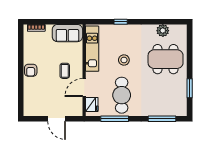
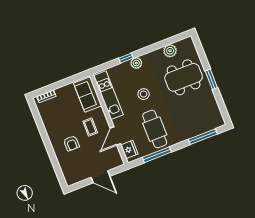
plant: (128, 30) -> (136, 63), added
sofa: (67, 33) -> (88, 95), moved, turned 90
armchair: (31, 70) -> (71, 143), moved
window: (190, 88) -> (211, 79), moved

